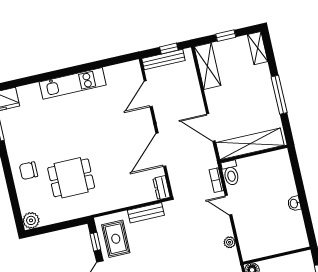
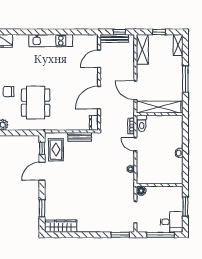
dining table: (71, 178) -> (36, 103), width x1.38

